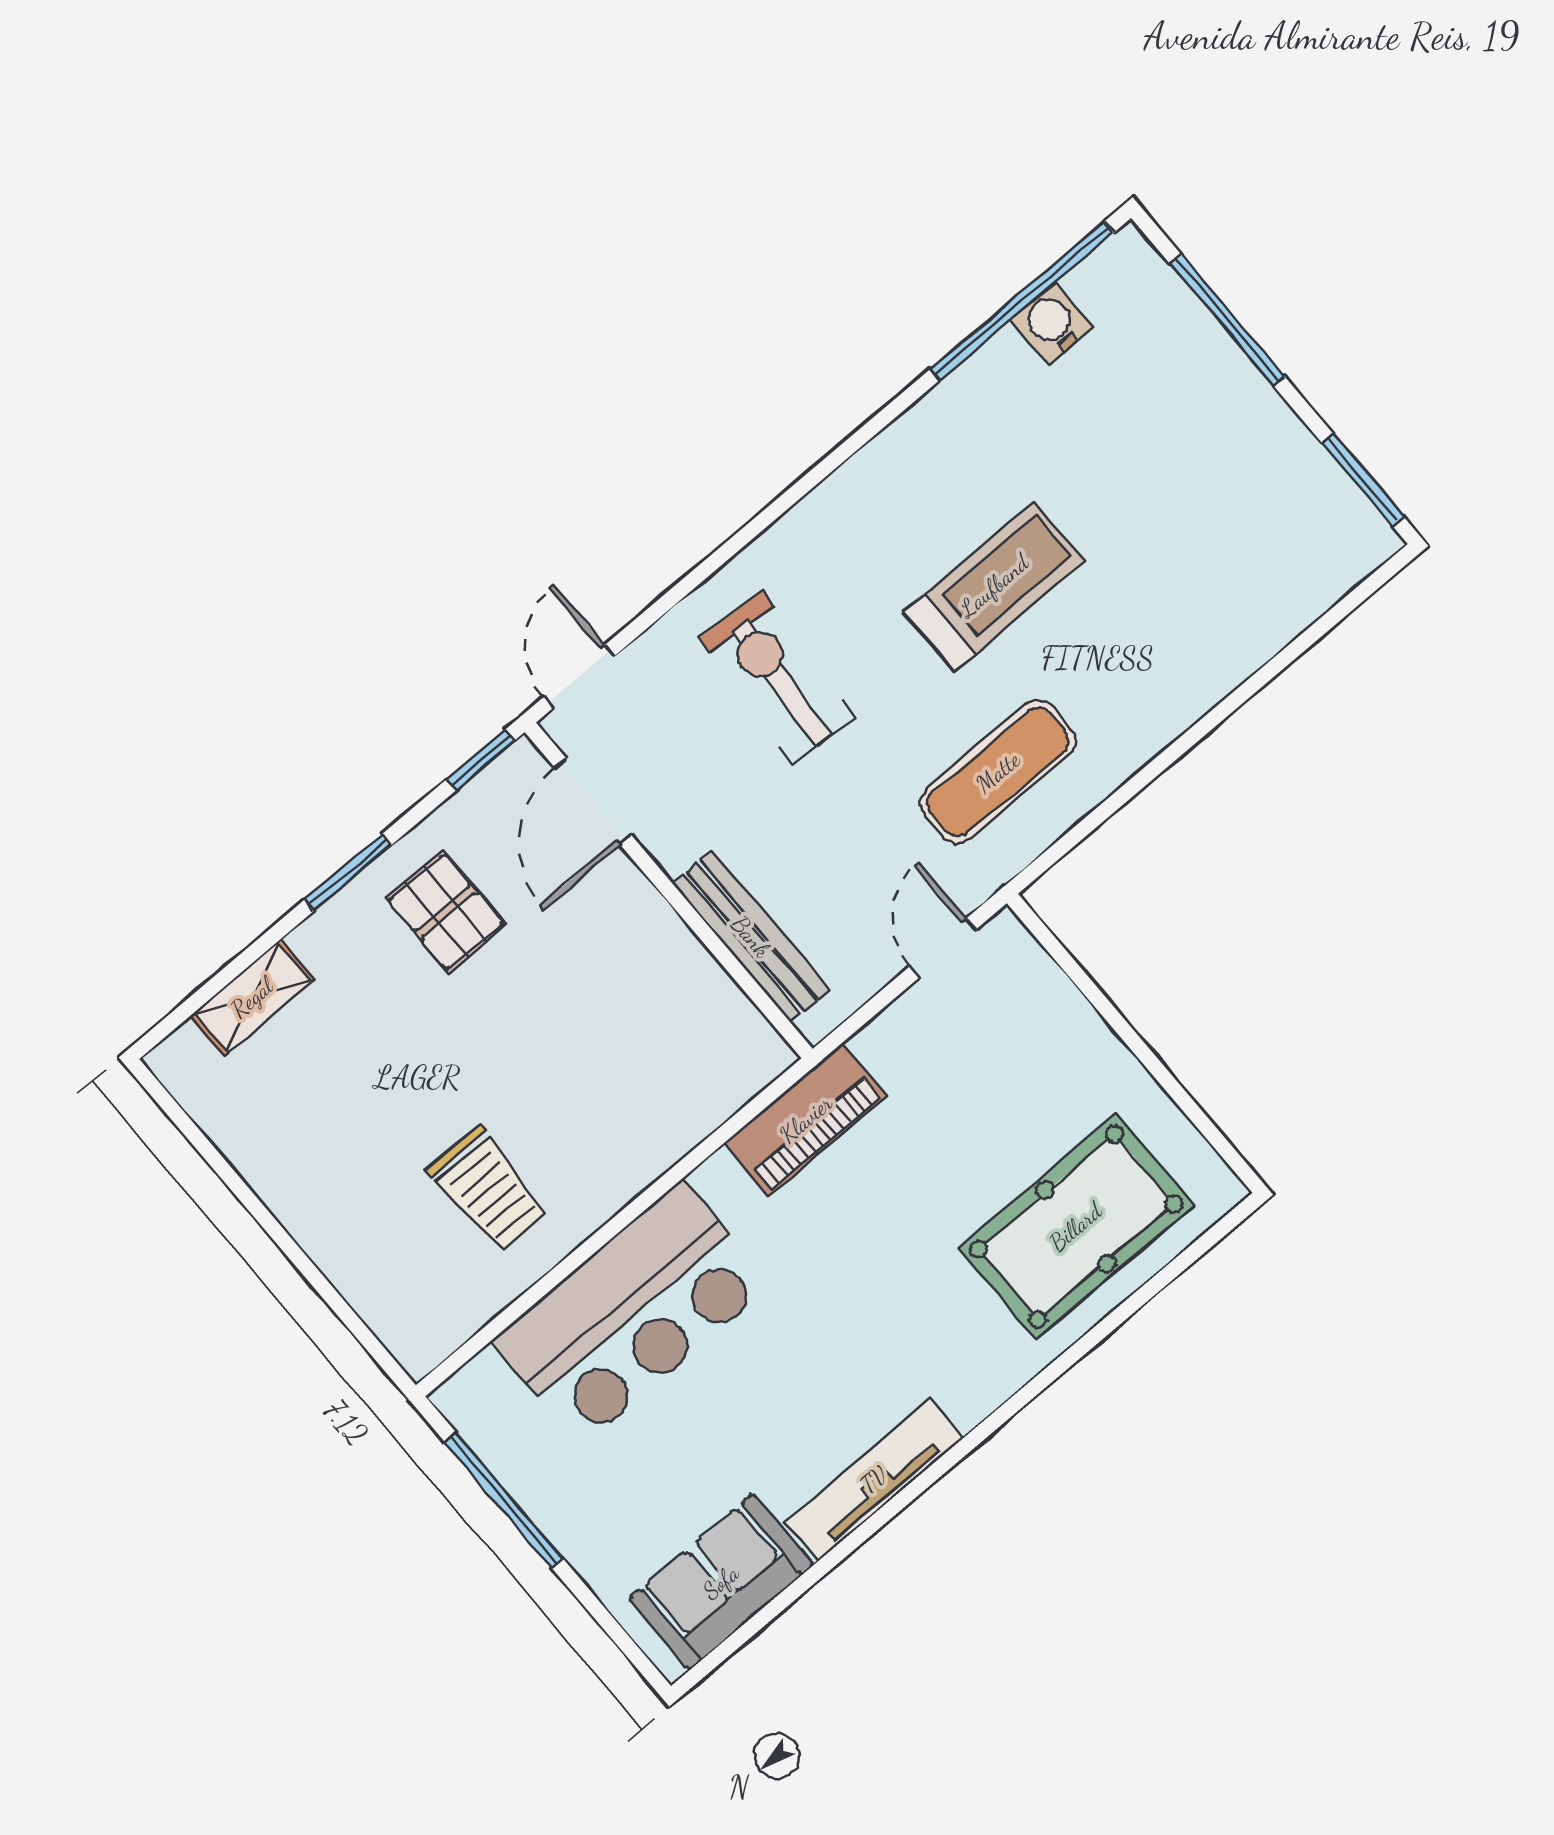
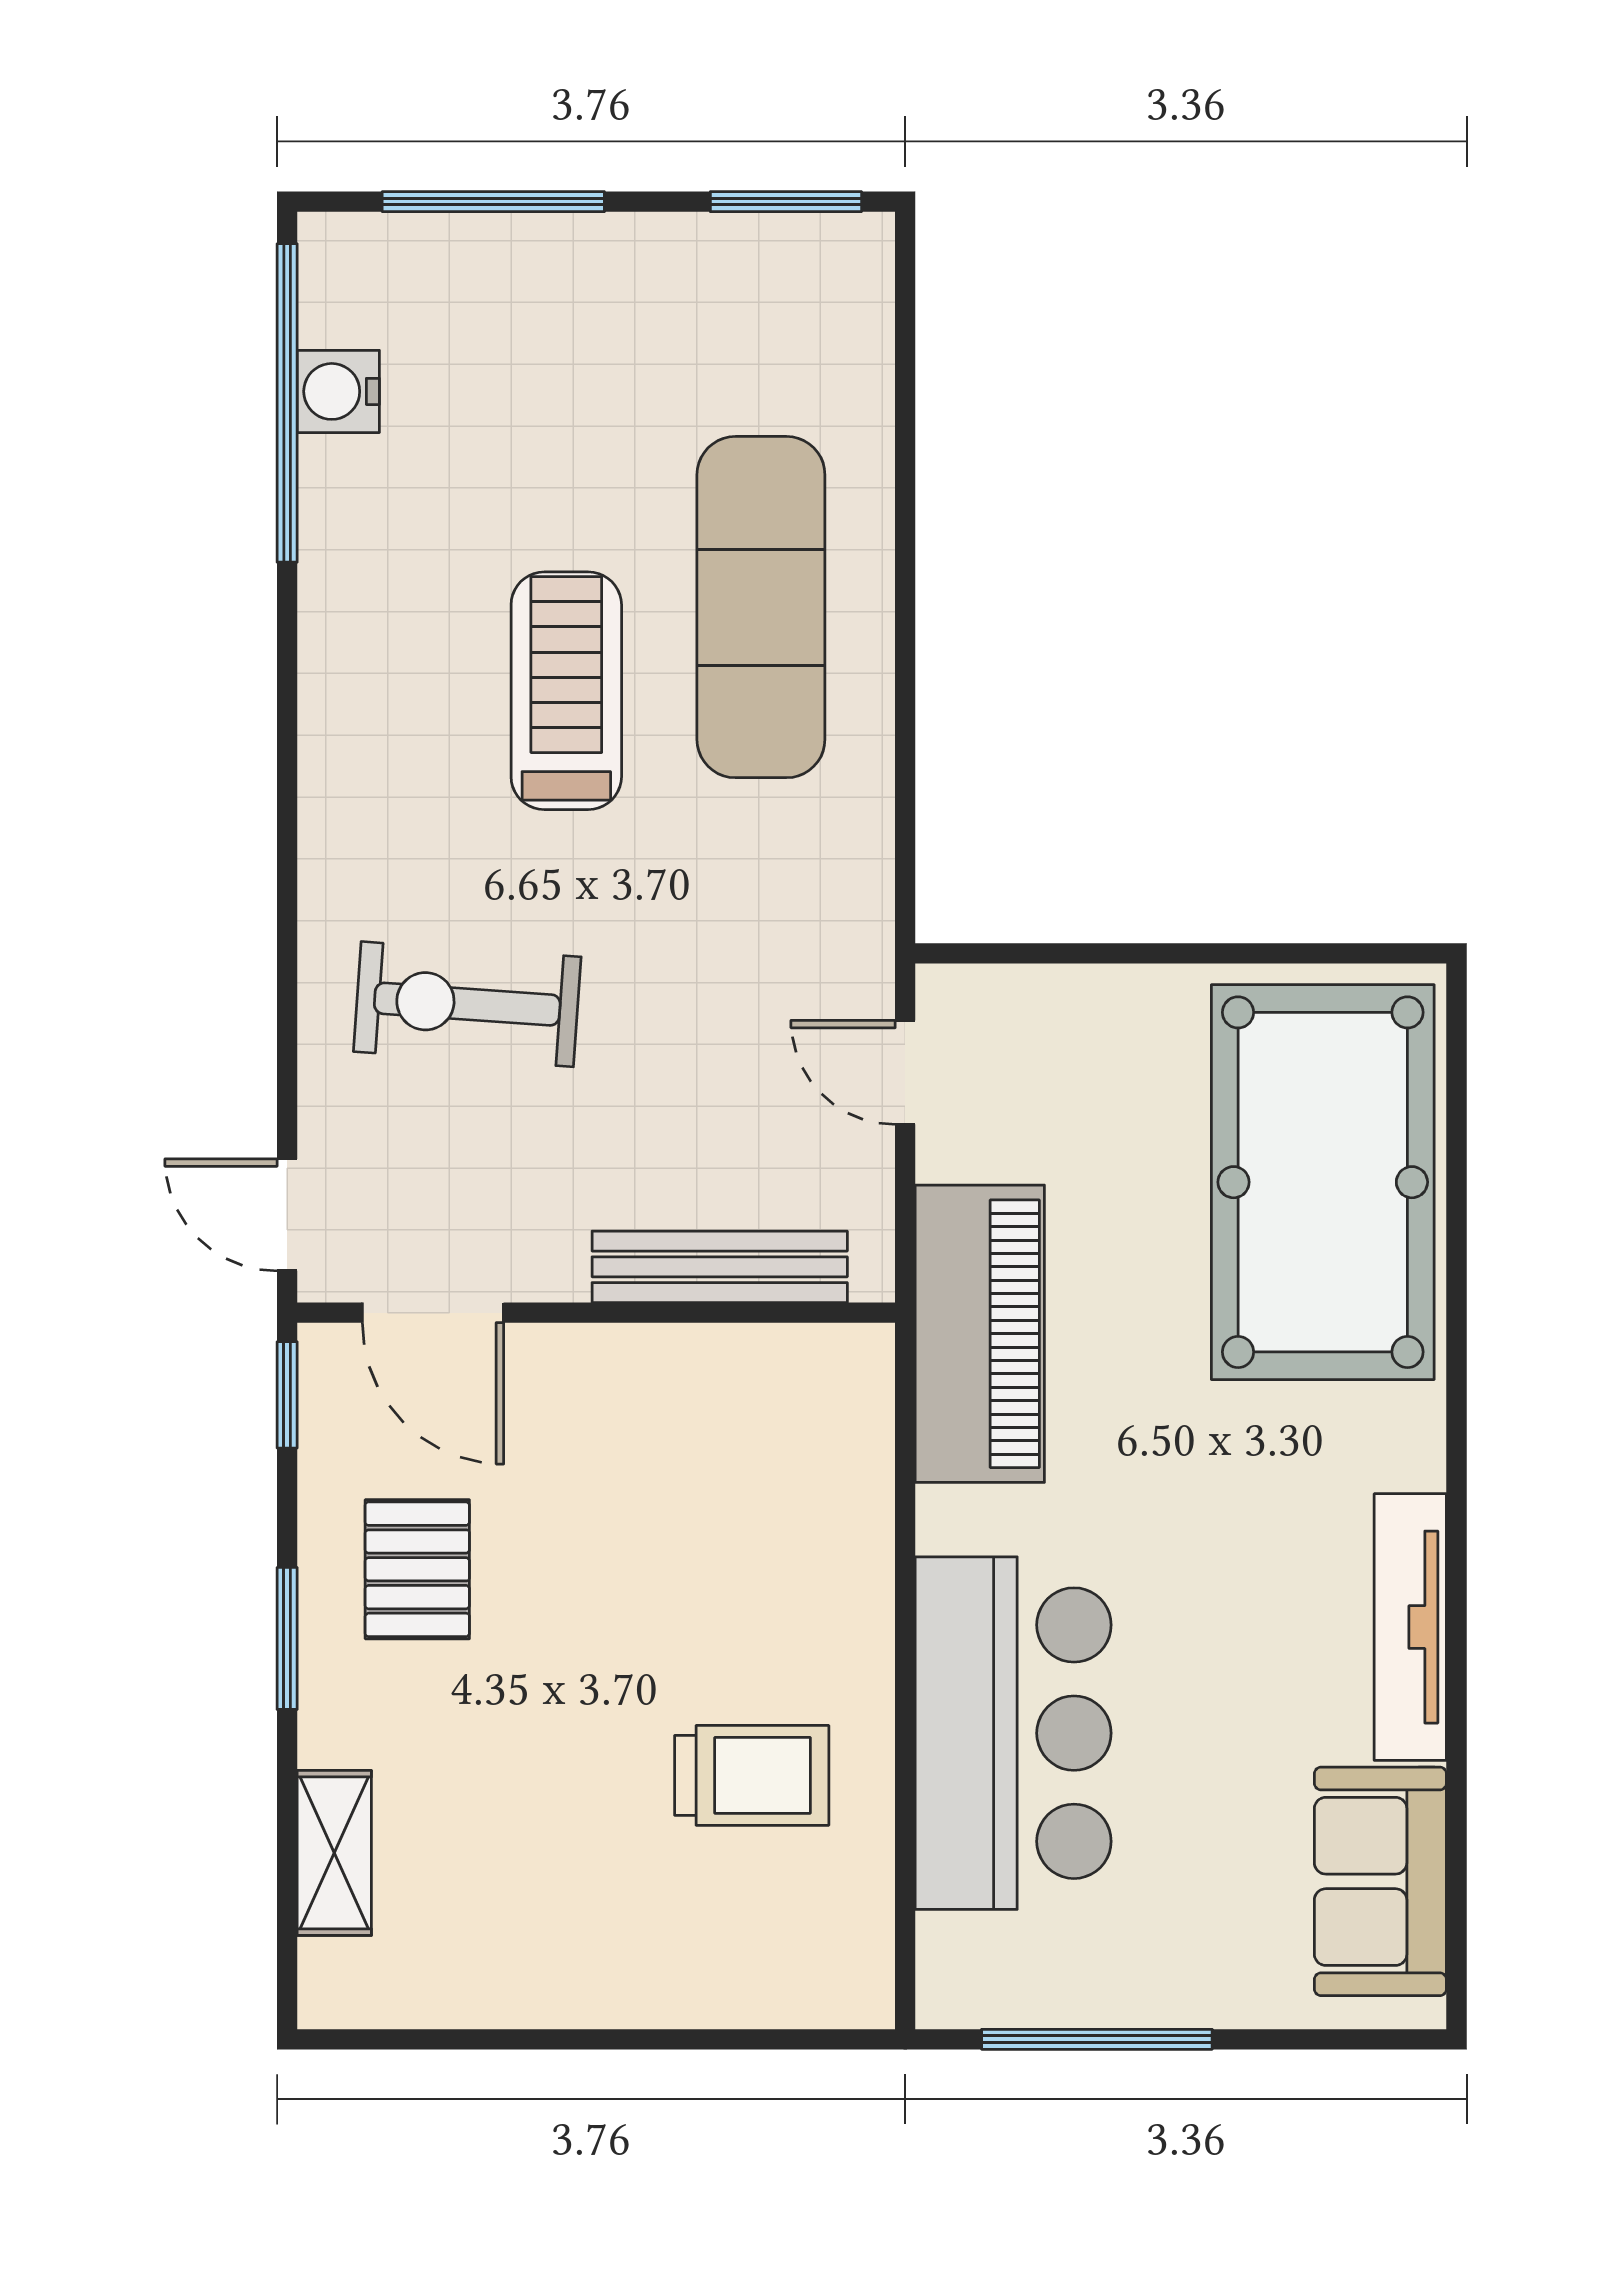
exercise mat: (998, 772) -> (761, 607), moved, width x1.36, depth x1.45
pallet: (446, 912) -> (417, 1569), turned 90
piano: (806, 1119) -> (980, 1334), width x1.37, depth x1.33
pool table: (1076, 1227) -> (1323, 1182), width x1.36, depth x1.32

